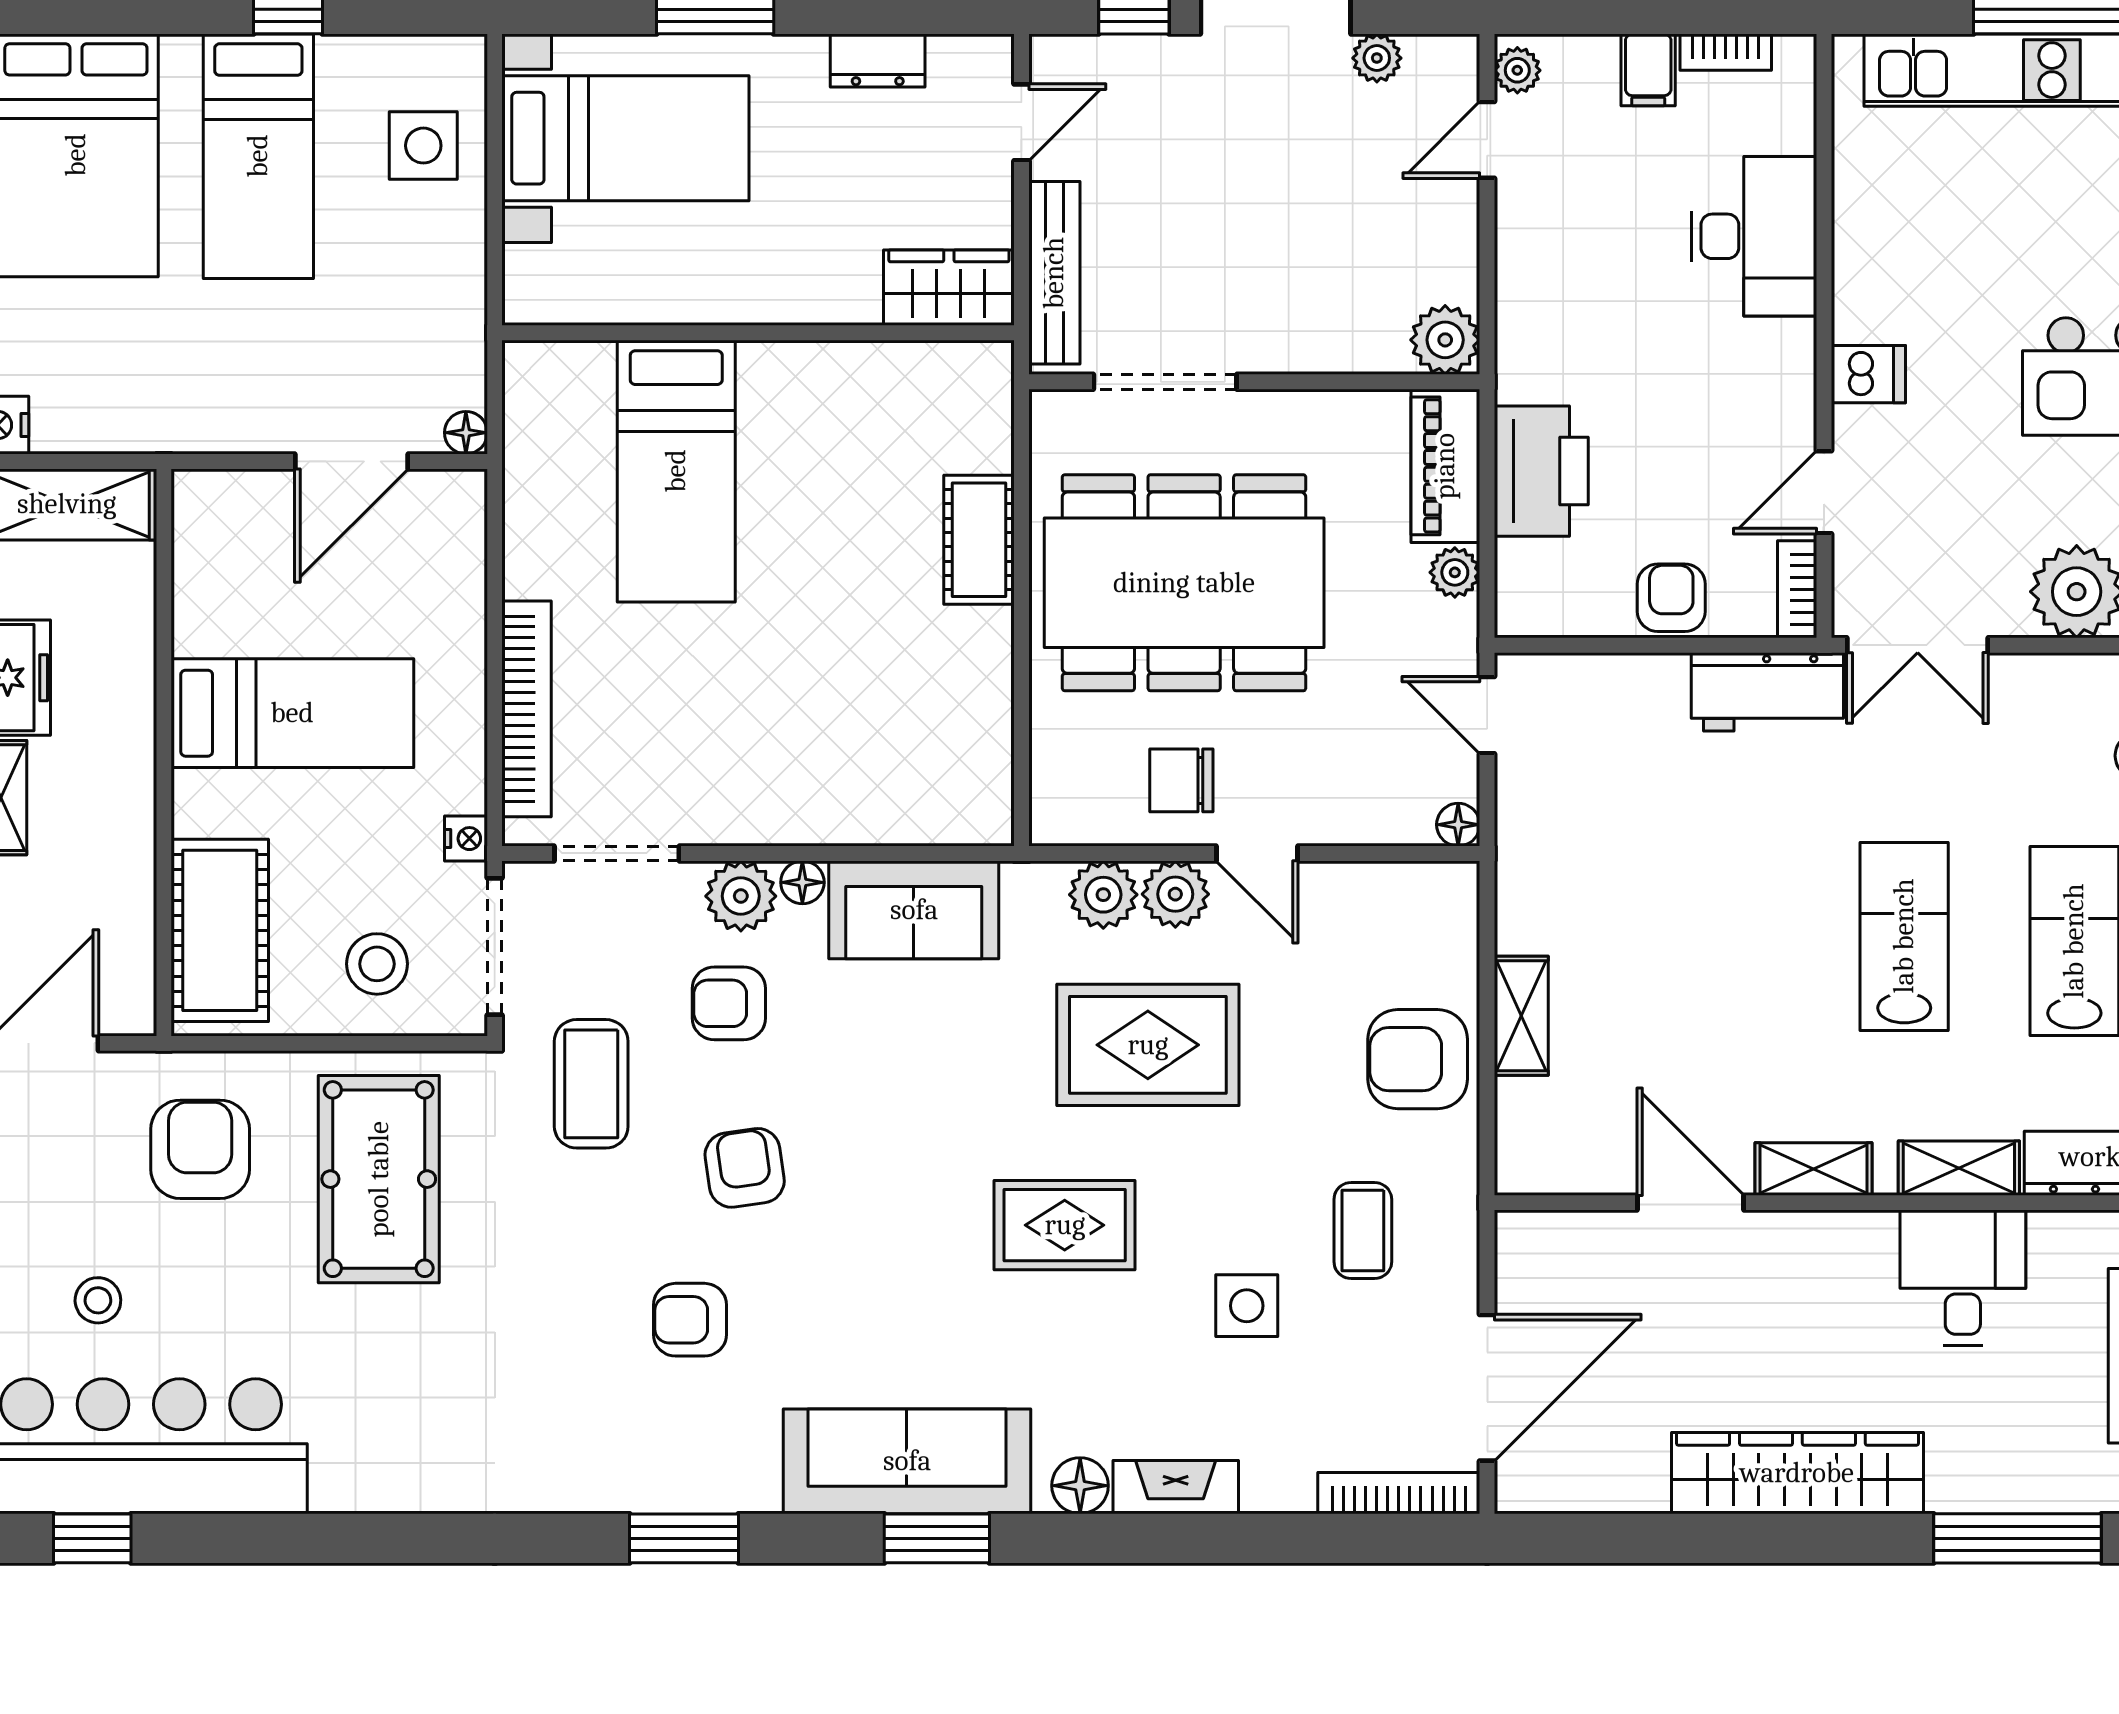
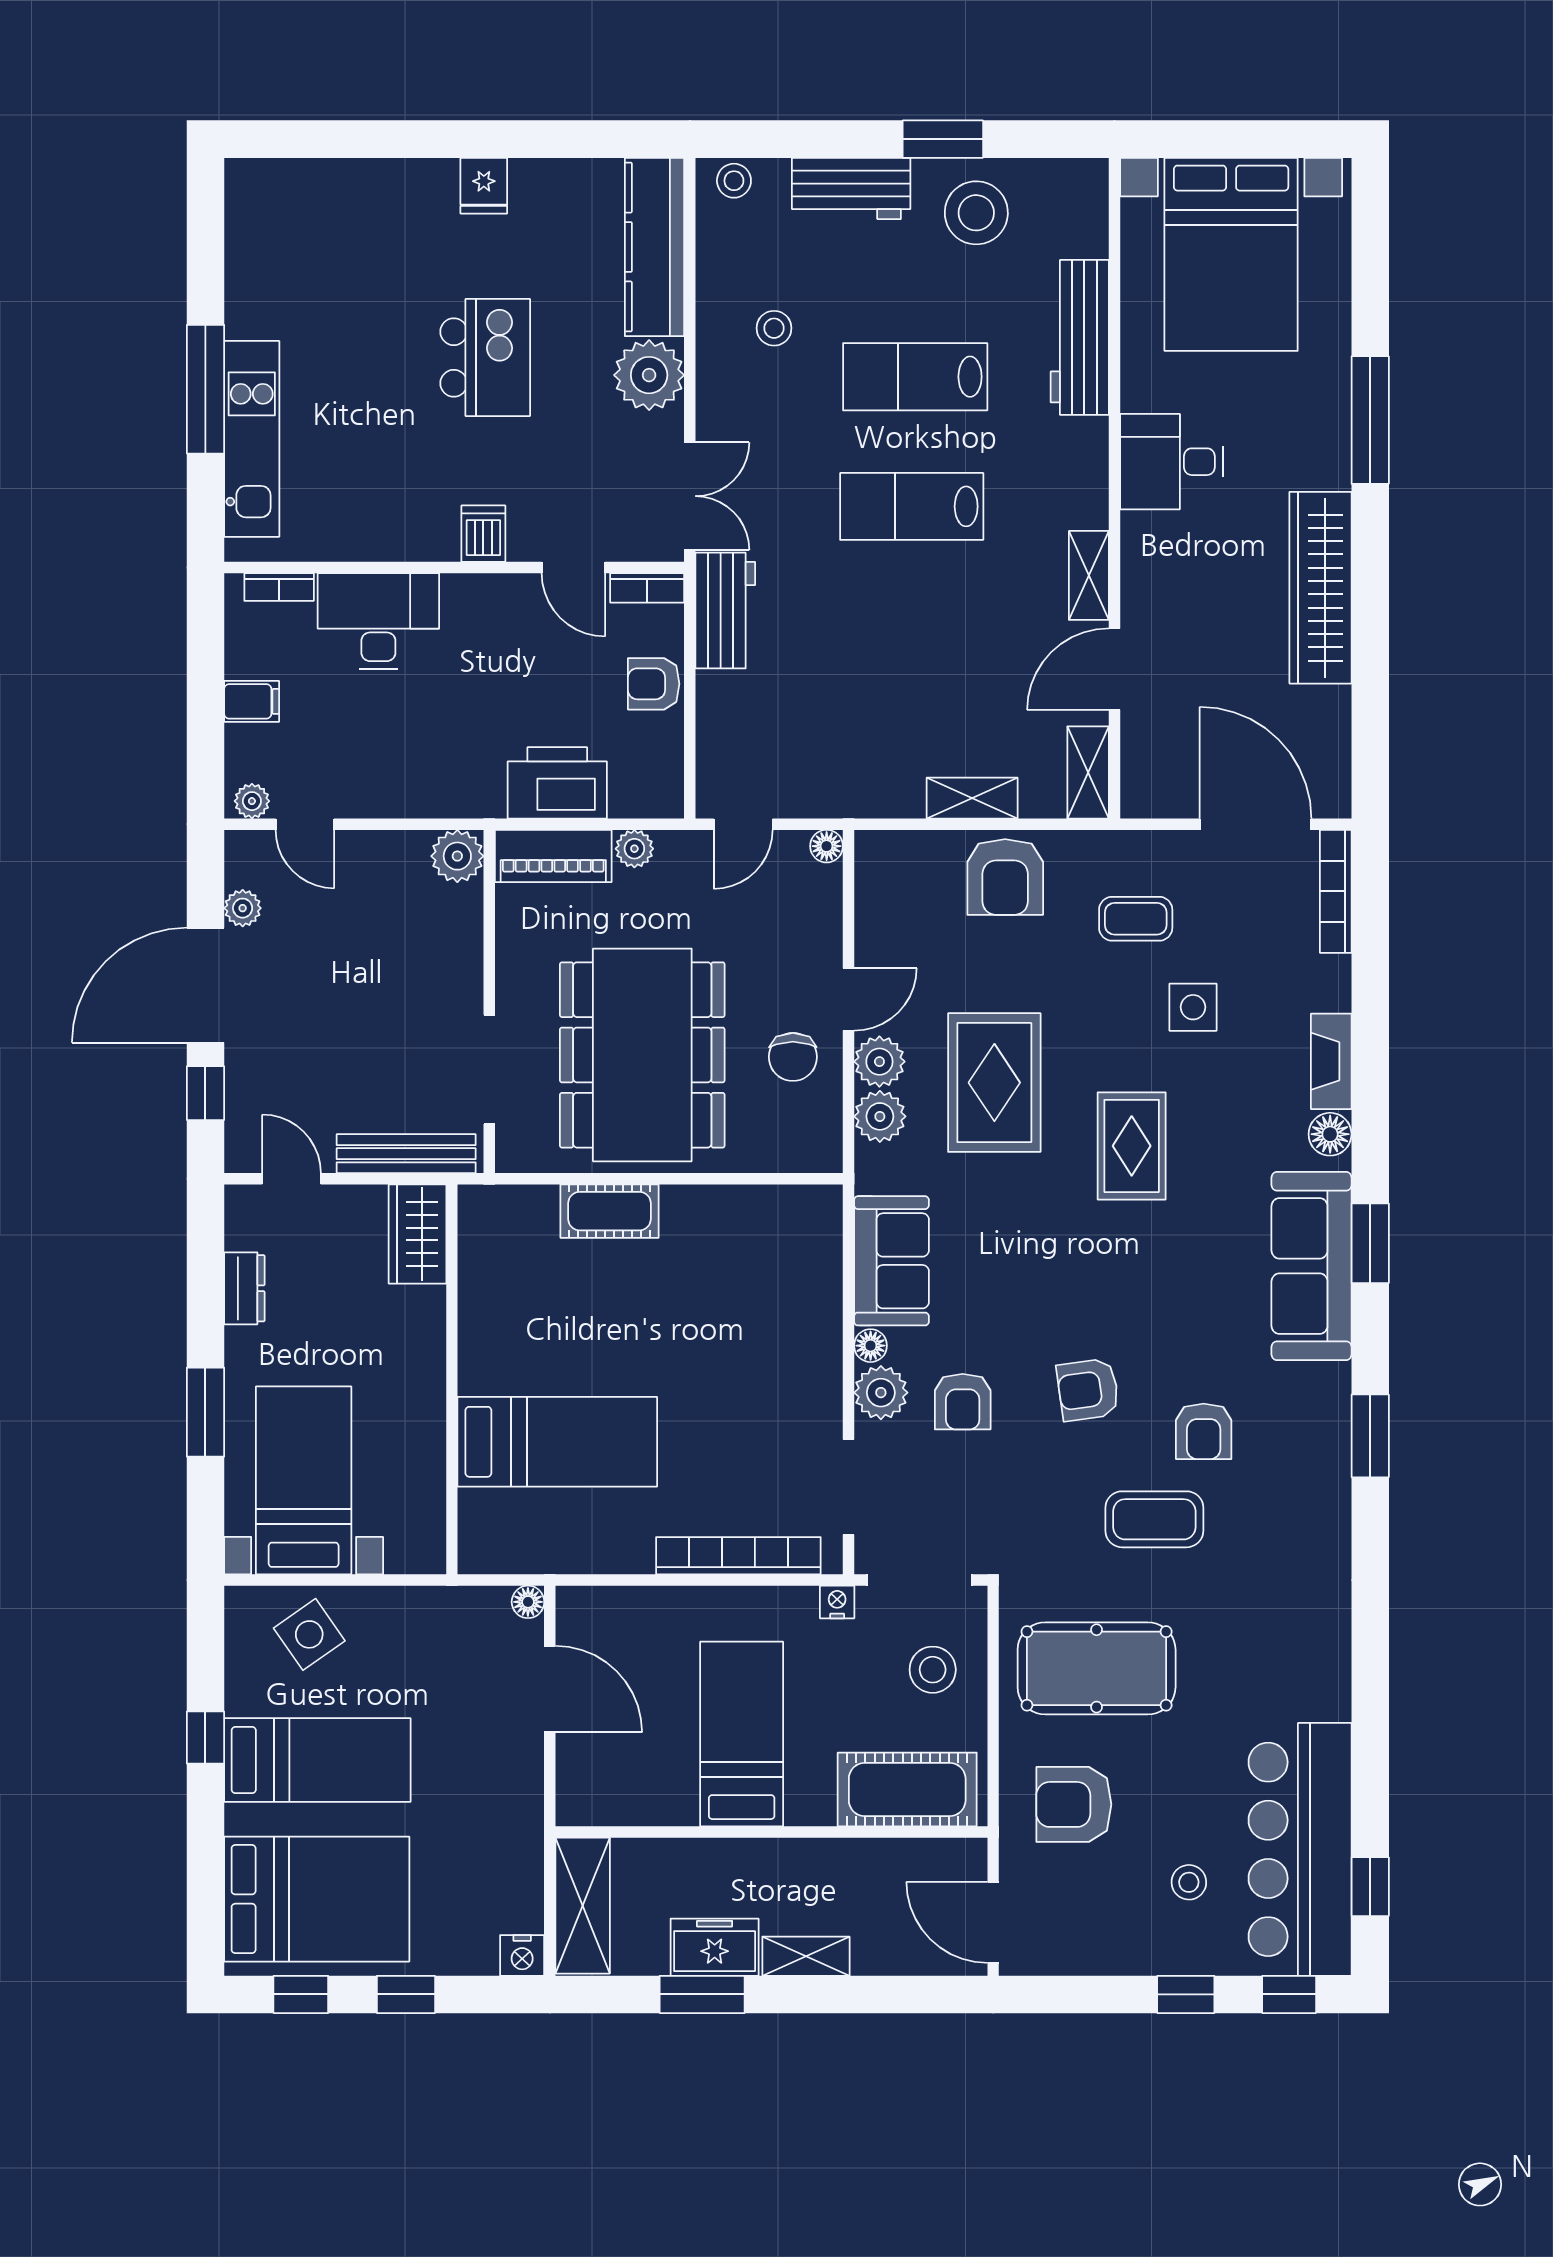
bookcase: (1726, 52) -> (279, 587), moved, turned 90
side table: (423, 146) -> (309, 1634), turned -35
coffee table: (591, 1084) -> (1154, 1519), moved
shelving: (1959, 1168) -> (1088, 772), moved

